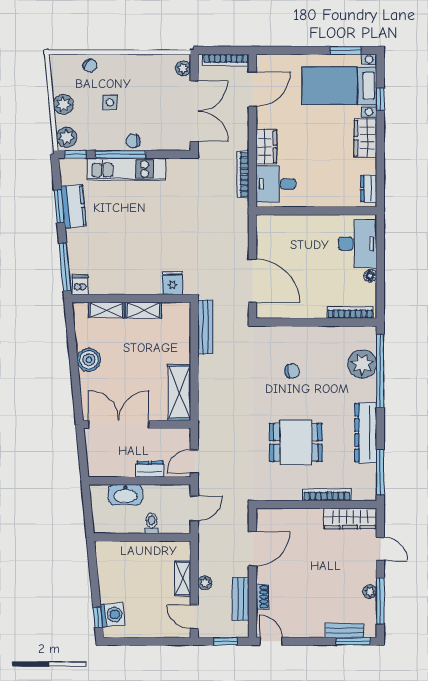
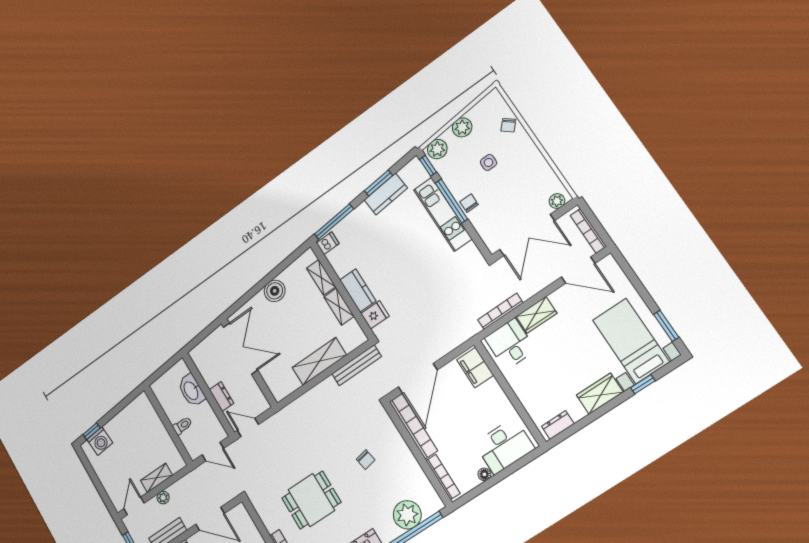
filing cabinet: (276, 226) -> (475, 368), added
kitchen counter: (141, 285) -> (358, 290), added
bookcase: (291, 311) -> (413, 426), added
shelving: (179, 392) -> (319, 361), moved
dining table: (296, 442) -> (311, 500), turned 90

